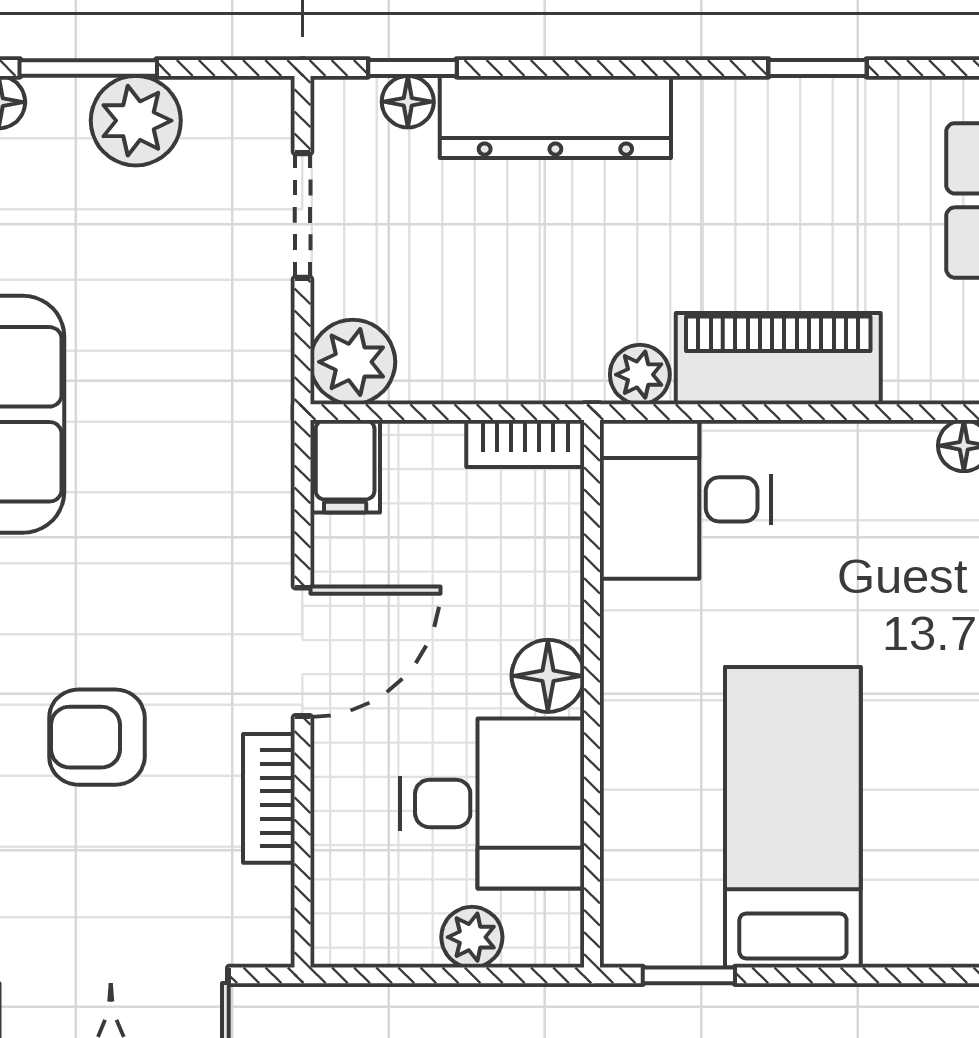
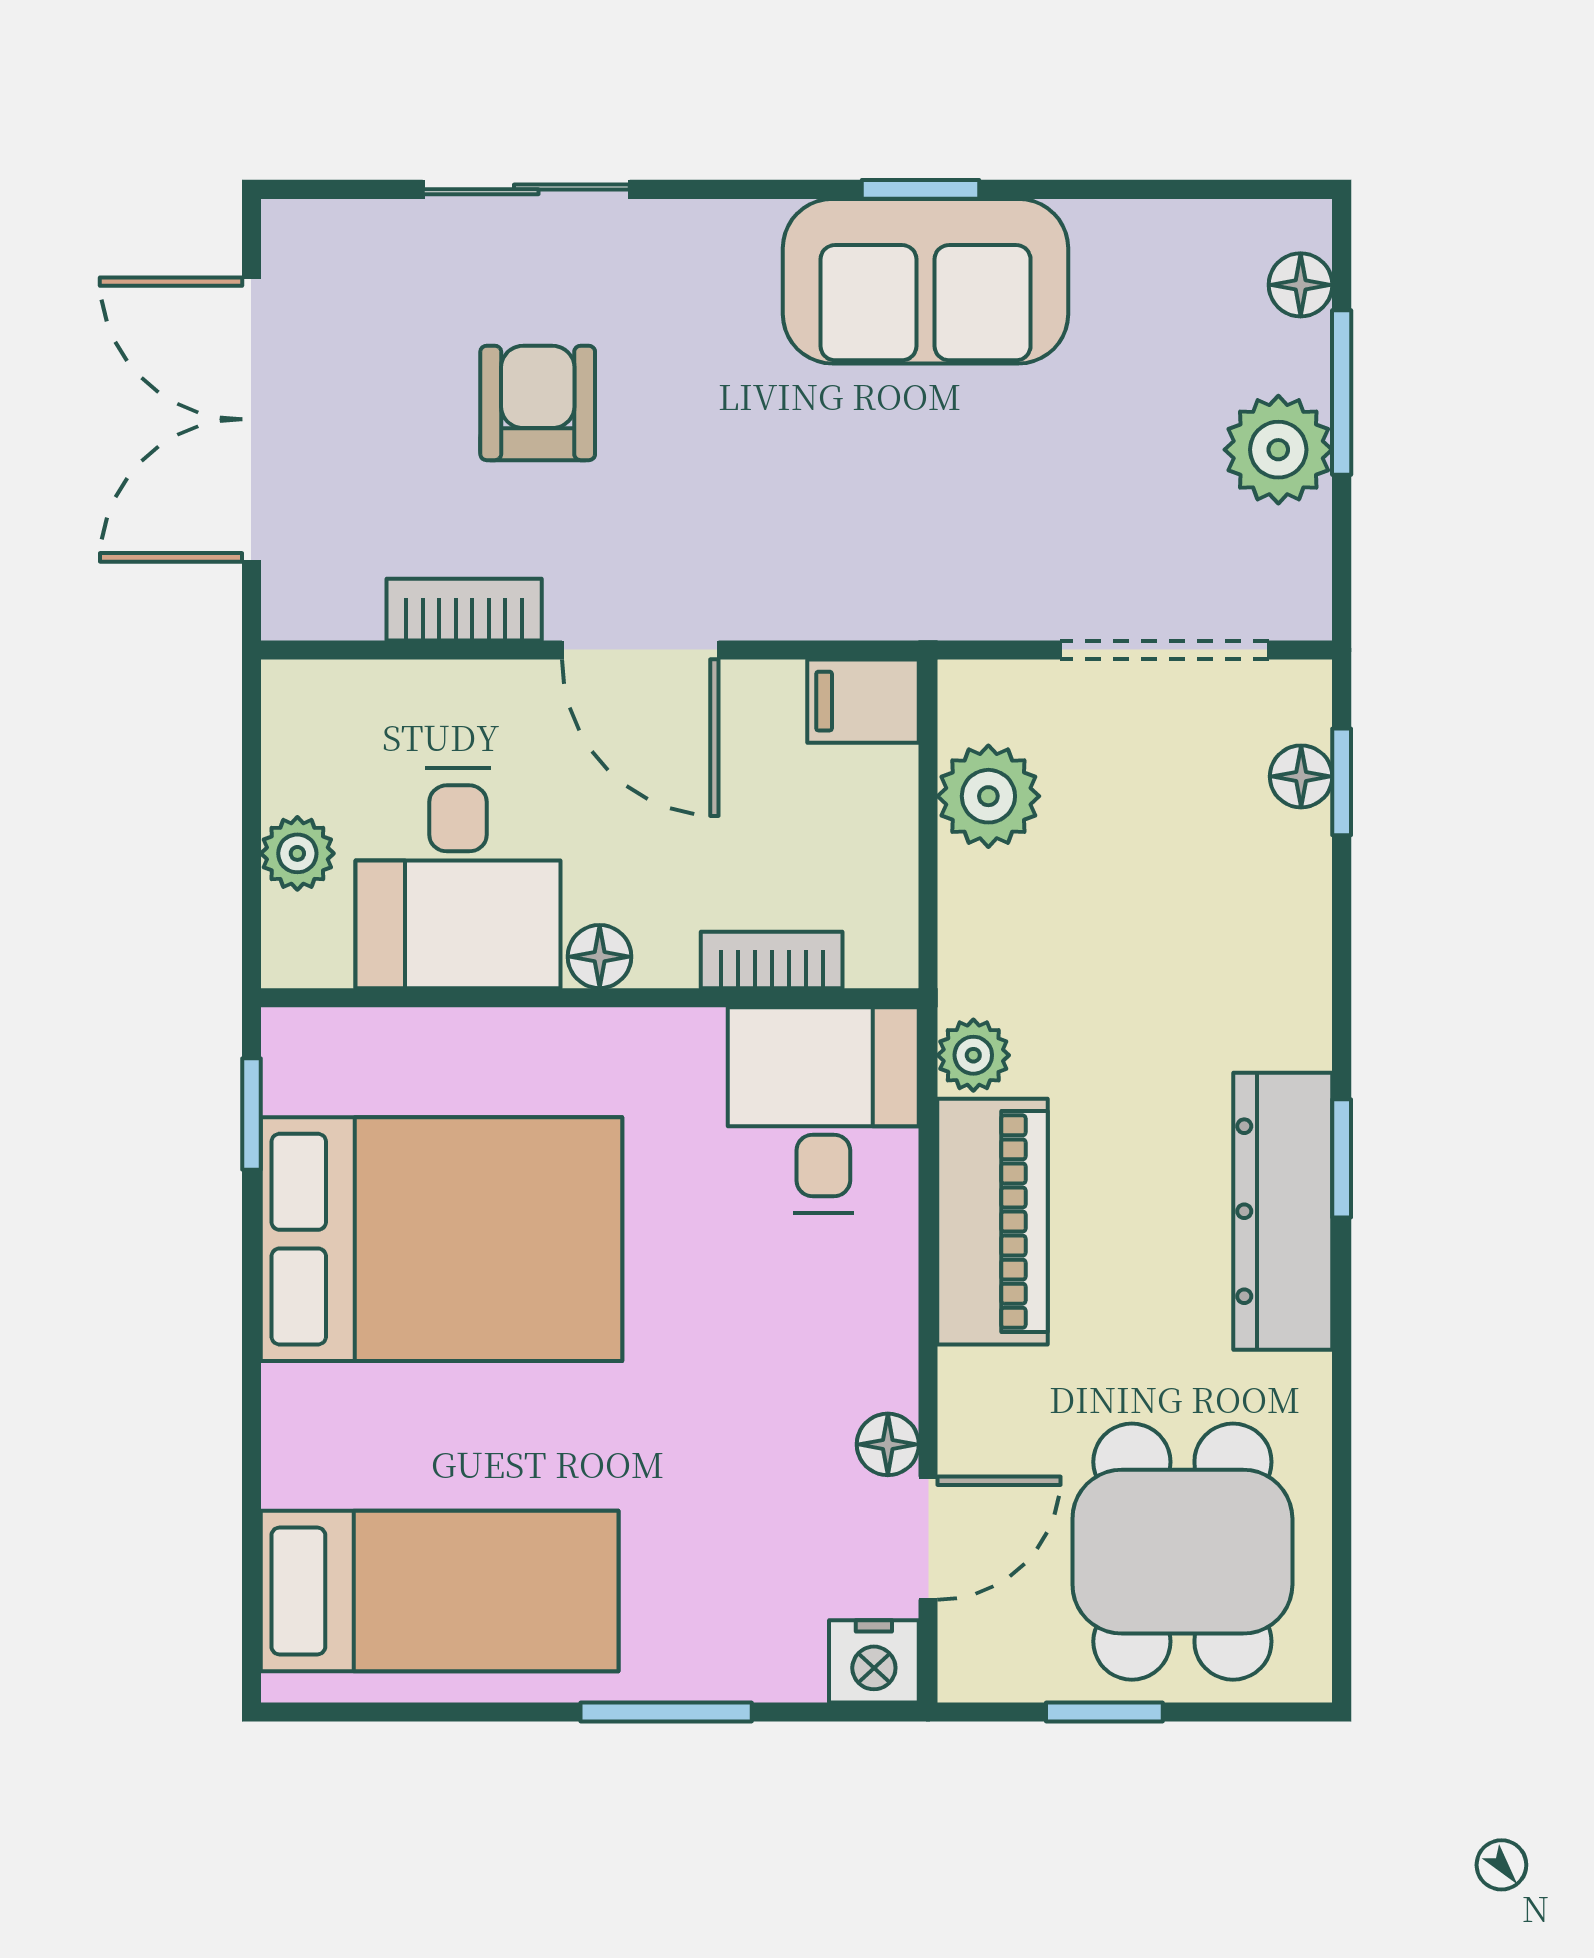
window: (817, 68) -> (1342, 1158), moved
dresser: (555, 117) -> (1283, 1211), moved
doorway: (302, 216) -> (1164, 650), width x1.38
plant: (353, 362) -> (988, 796), moved
bookcase: (525, 444) -> (772, 960), moved, turned 90
floor lamp: (548, 676) -> (600, 957), width x0.73, depth x0.73
bed: (793, 817) -> (442, 1239), width x1.50

